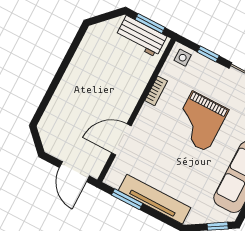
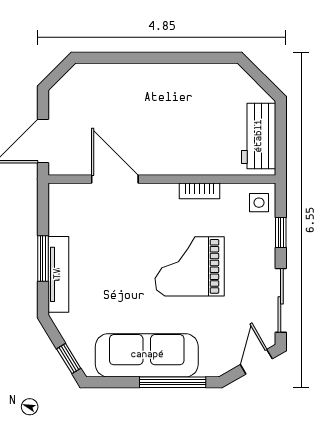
window: (150, 24) -> (281, 139), removed
window: (127, 199) -> (43, 259), moved
tv unit: (155, 199) -> (58, 274), width x0.73, depth x0.78

